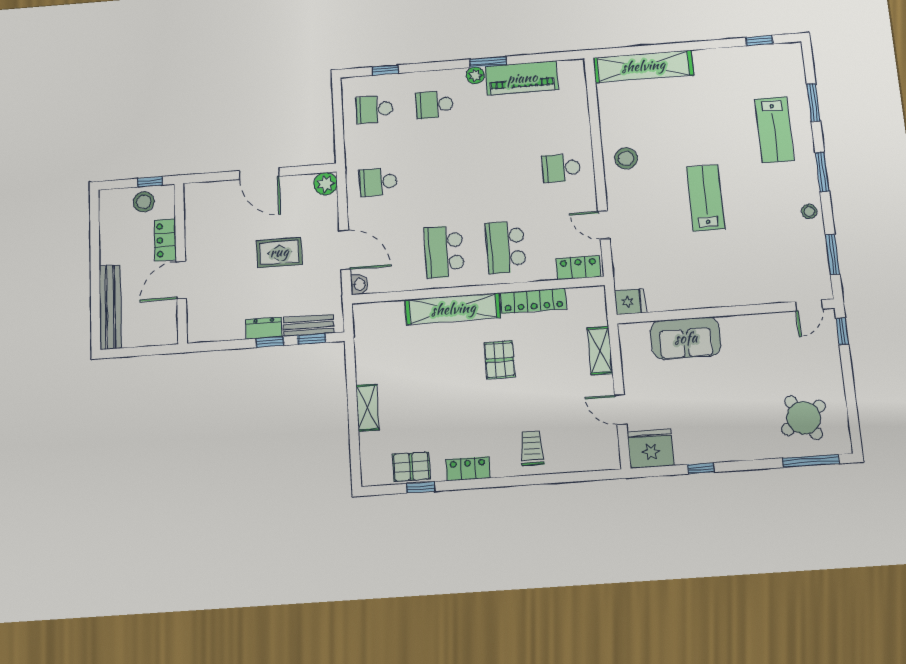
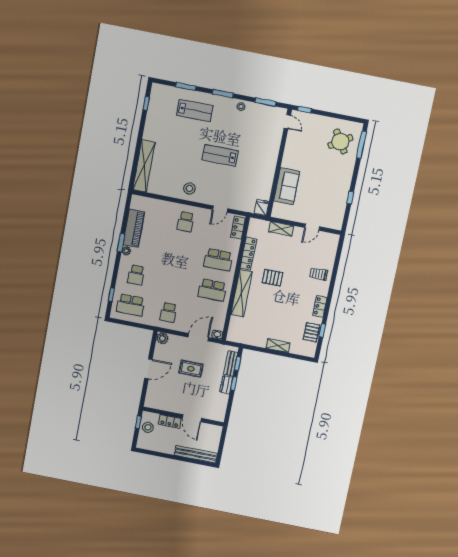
school desk: (374, 109) -> (131, 305), width x1.85
rug: (279, 252) -> (191, 369), turned 90
fridge: (651, 449) -> (334, 218), removed

